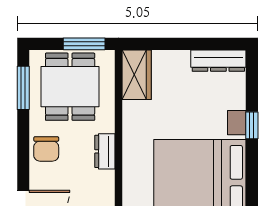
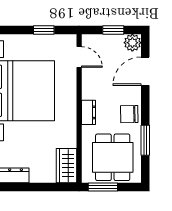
window: (23, 88) -> (145, 140), moved
chair: (46, 149) -> (129, 114), turned -91

